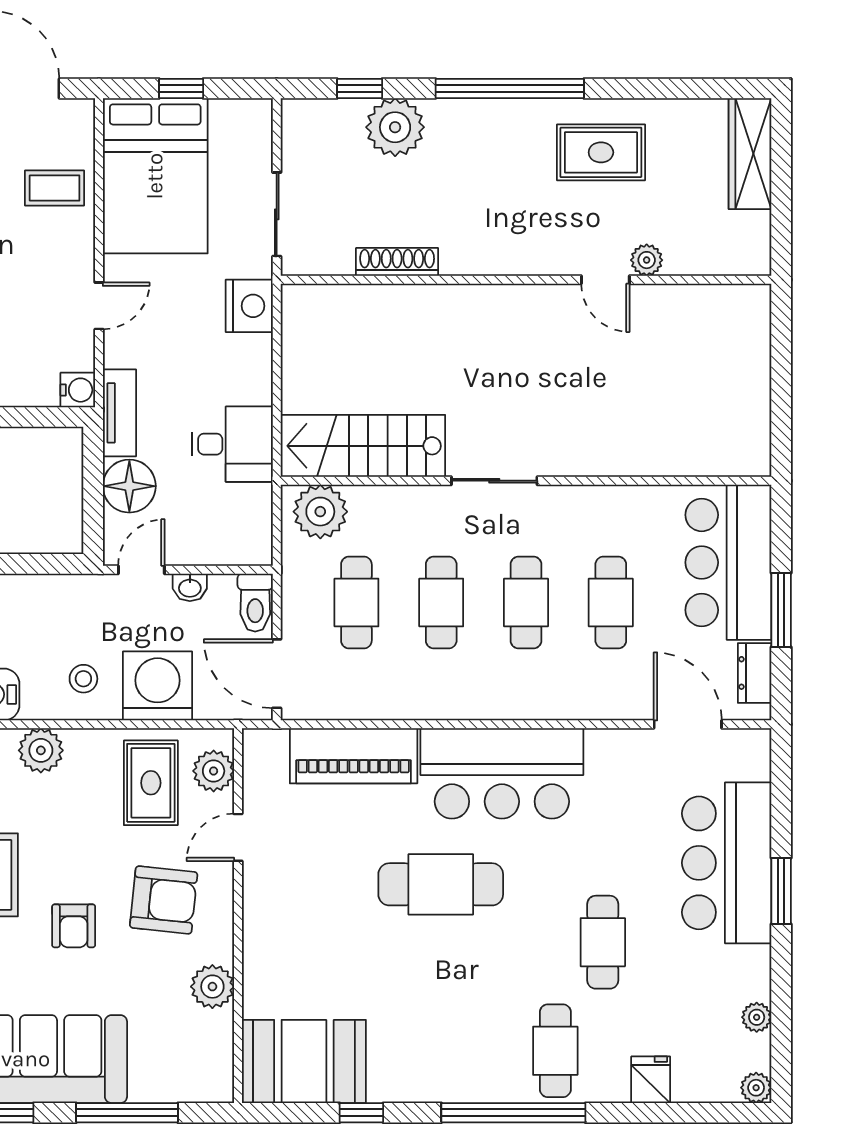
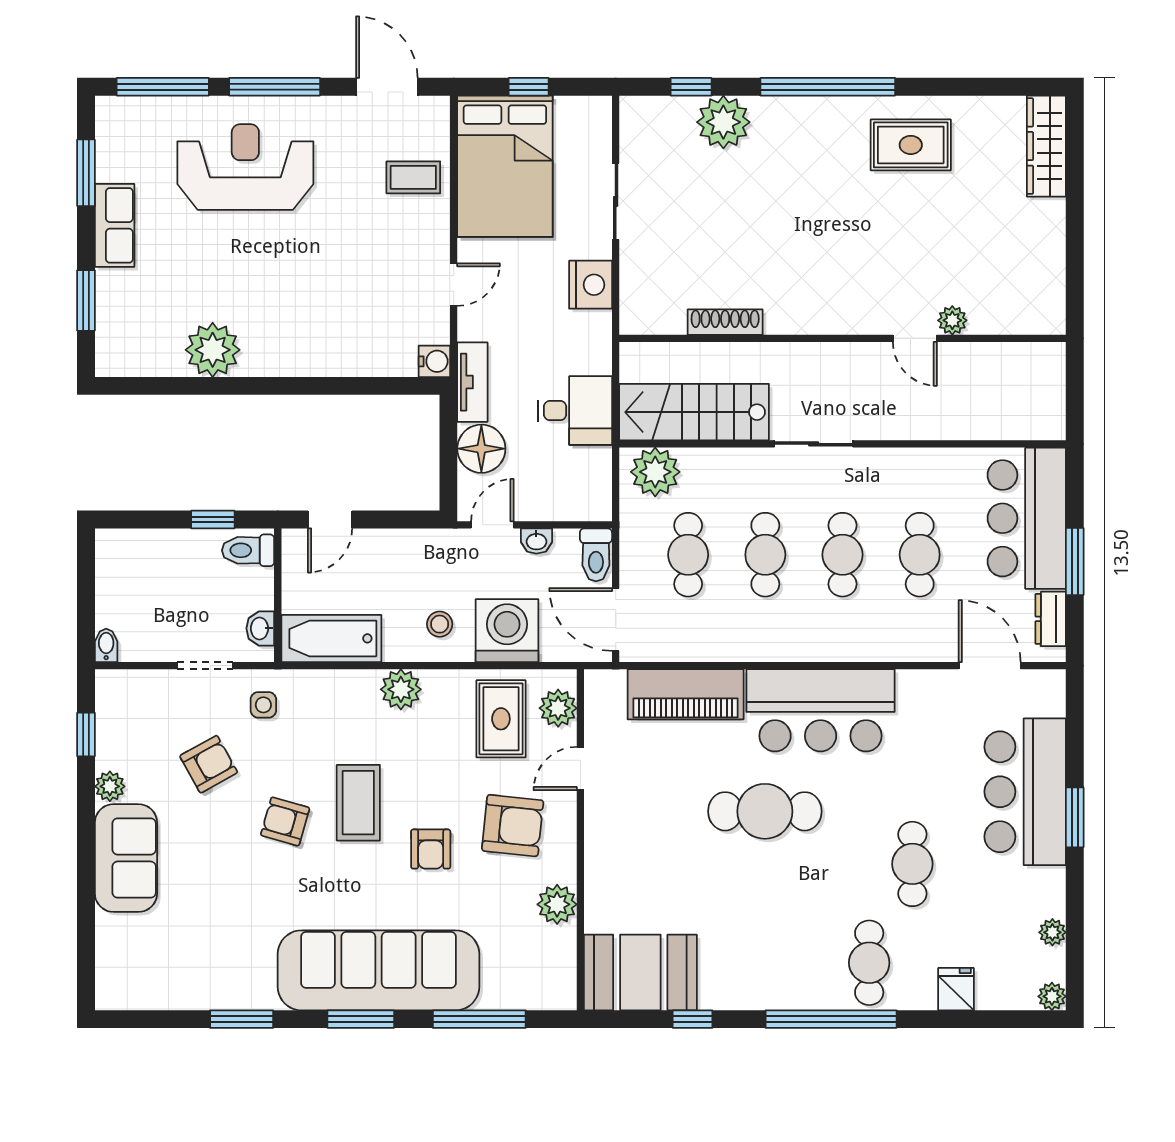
plant: (647, 260) -> (952, 320), moved
shoe rack: (397, 262) -> (725, 322), moved
wall: (526, 280) -> (842, 338), moved
door: (605, 280) -> (915, 338), moved

